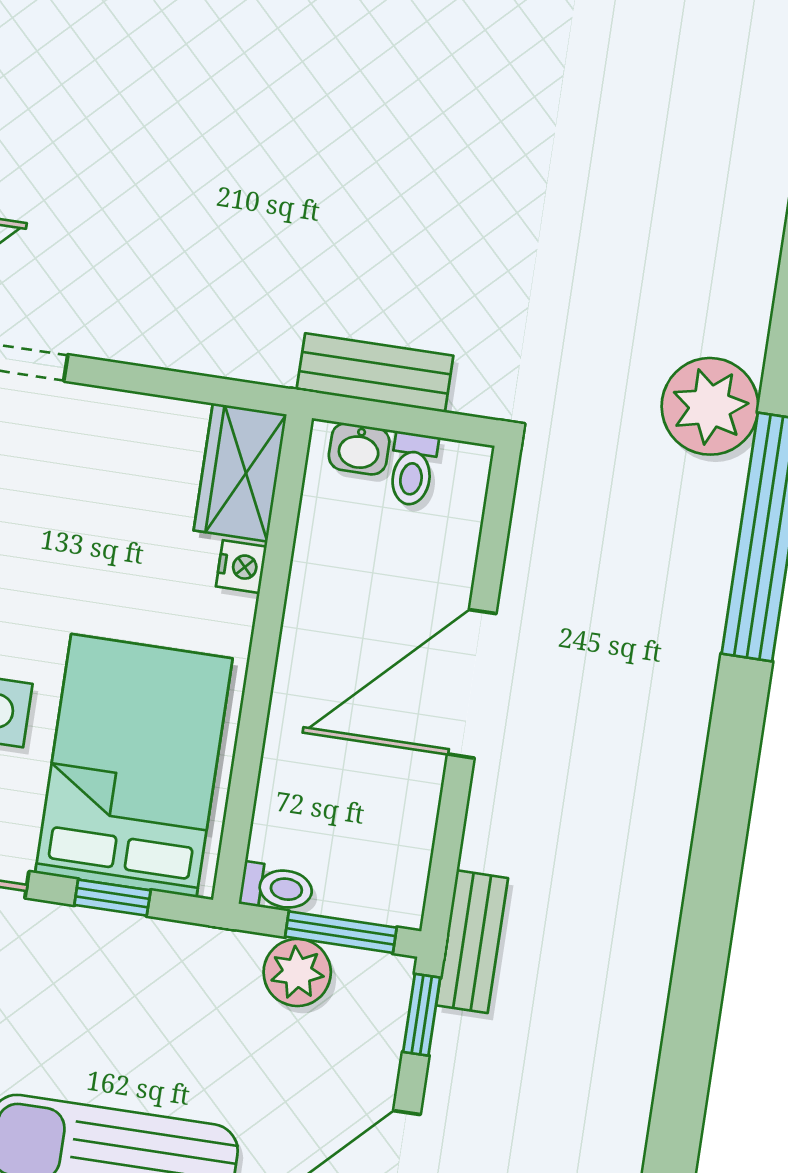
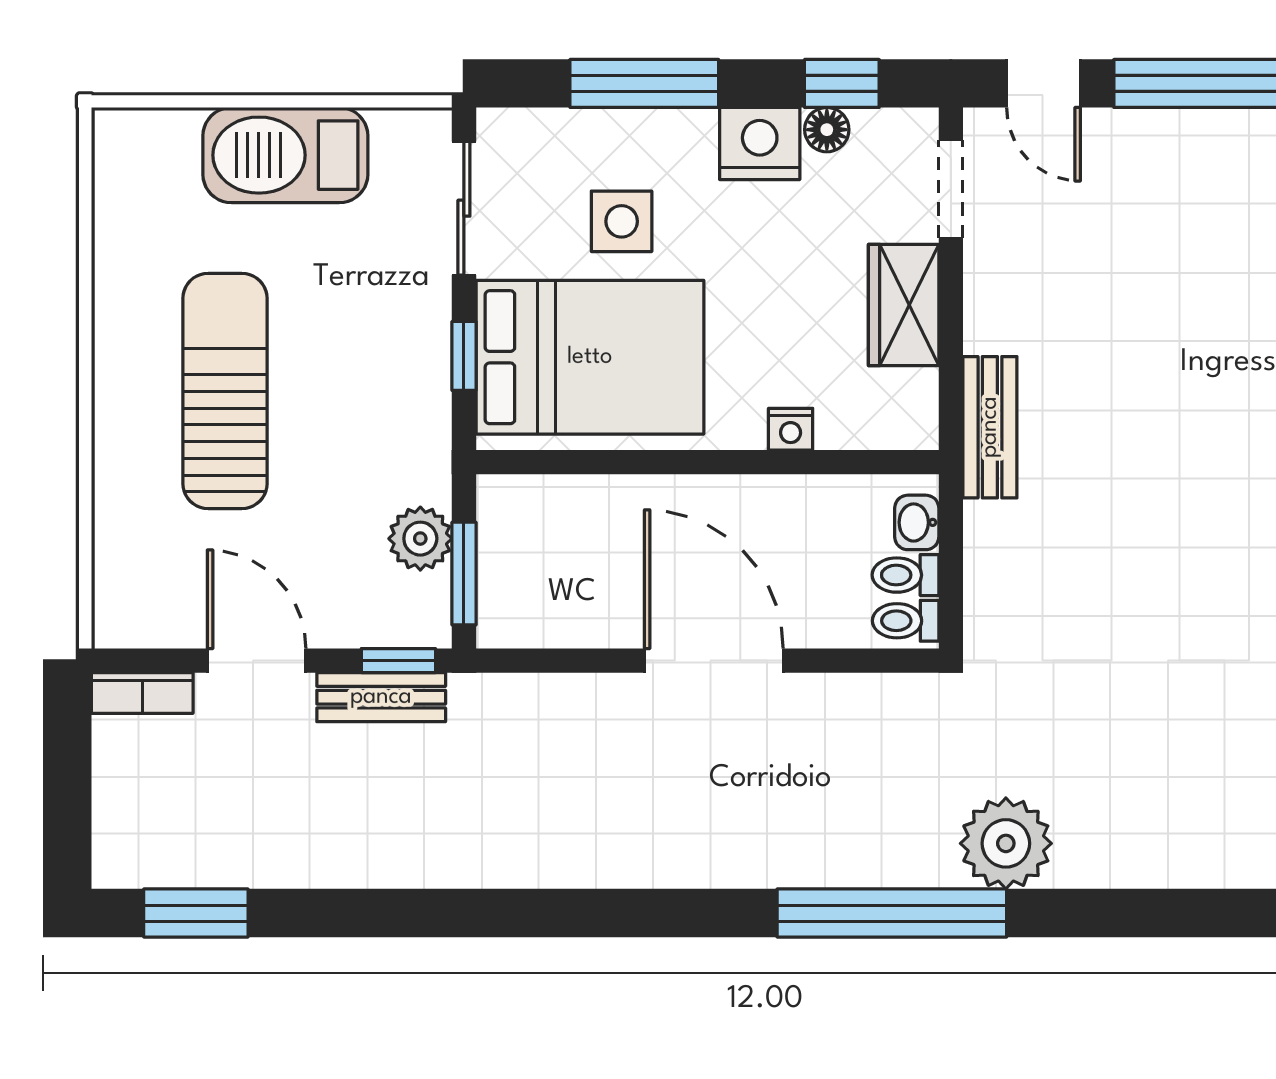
bench: (375, 373) -> (990, 427), moved
wardrobe: (240, 472) -> (904, 305), moved, turned -90
toilet: (277, 888) -> (906, 621), moved, turned 90
bench: (472, 942) -> (381, 697), moved

